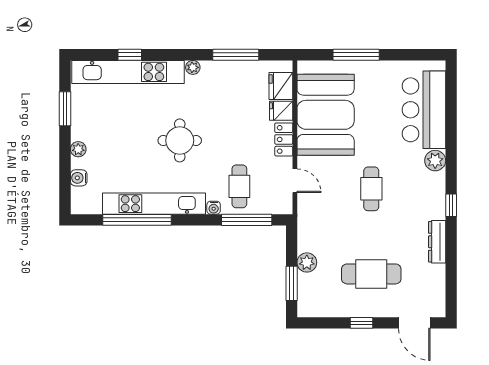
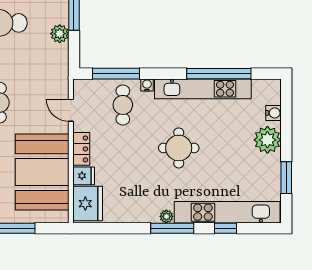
window: (236, 55) -> (172, 228), moved
fridge: (281, 86) -> (88, 204), width x1.36, depth x1.34
plant: (78, 149) -> (267, 140), width x1.88, depth x1.88

